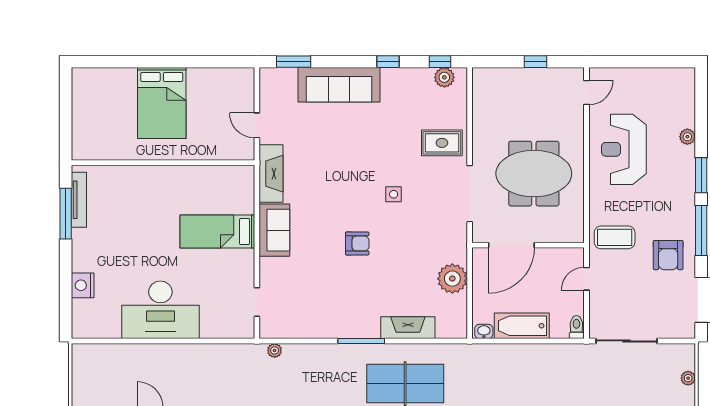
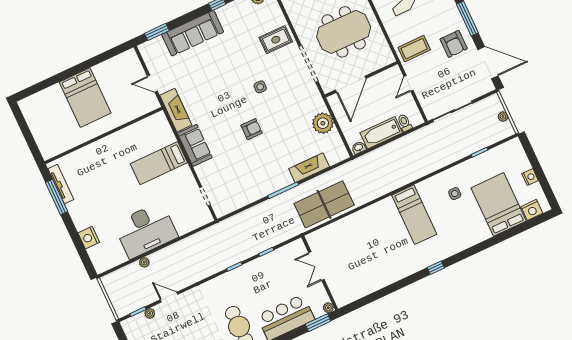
toilet: (576, 327) -> (405, 123), moved
plant: (275, 350) -> (144, 262), moved

